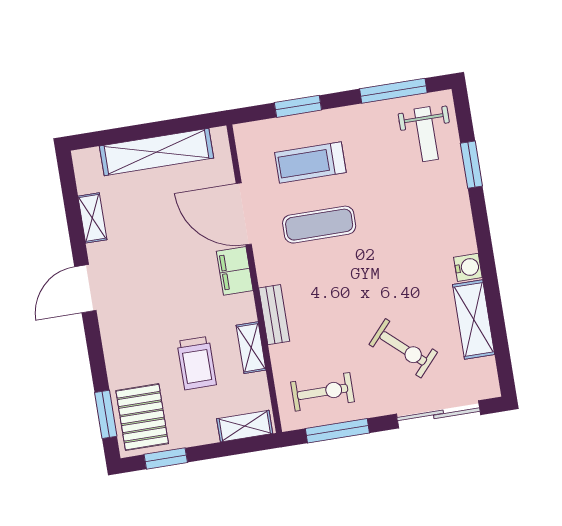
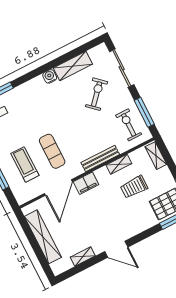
treadmill: (310, 163) -> (25, 164), turned 180
bench: (274, 315) -> (100, 159), width x1.36
trolley: (197, 363) -> (134, 187), turned 180

